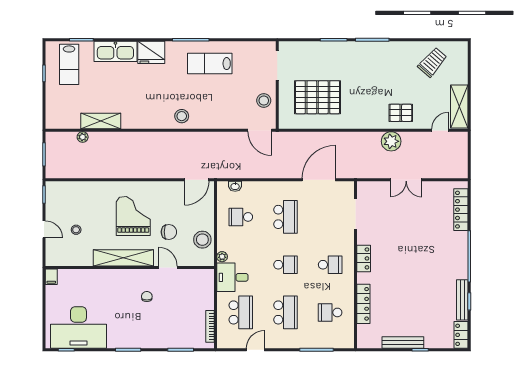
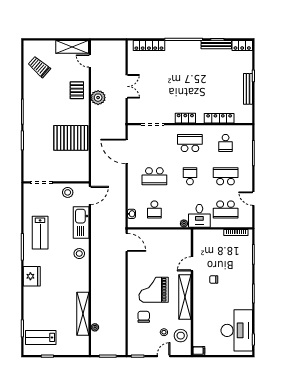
kitchen sink: (115, 51) -> (81, 222), moved, turned 180
lab bench: (69, 64) -> (41, 337), turned 180
pallet: (318, 97) -> (71, 138), moved, turned 90
shelving: (101, 121) -> (83, 314), width x1.47
school desk: (285, 217) -> (154, 176), turned 180
chair: (169, 232) -> (144, 317), moved
stool: (202, 240) -> (181, 336), moved
school desk: (330, 265) -> (190, 143), width x1.85
school desk: (241, 312) -> (226, 210), turned 180

